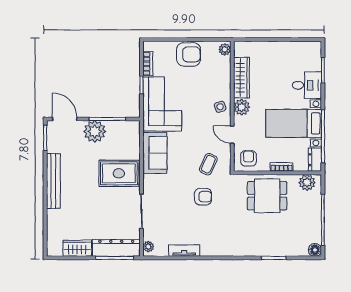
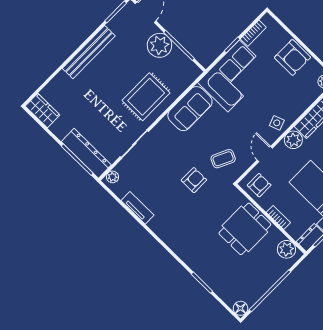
rug: (119, 173) -> (146, 97), turned 90
dining table: (267, 196) -> (245, 229), turned 90
armchair: (203, 197) -> (194, 180), turned -90
wardrobe: (77, 248) -> (43, 111), moved

